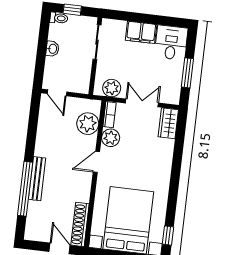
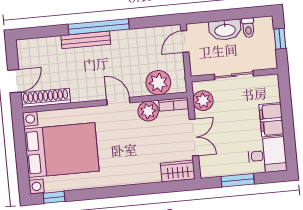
toilet: (59, 18) -> (248, 28), moved
sliding door: (97, 42) -> (234, 75), moved
washbasin: (52, 49) -> (225, 30), width x1.91, depth x1.45
window: (25, 189) -> (99, 27), moved

